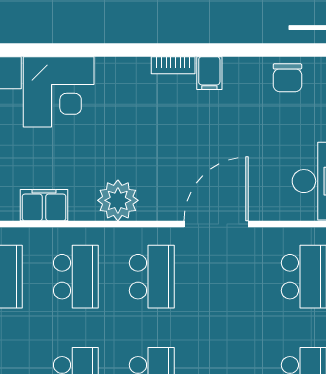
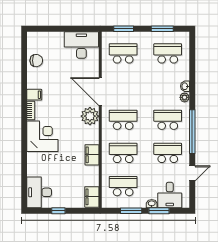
corner desk: (59, 92) -> (42, 136), moved
plant: (118, 200) -> (90, 116), moved
filing cabinet: (44, 205) -> (92, 155), moved

